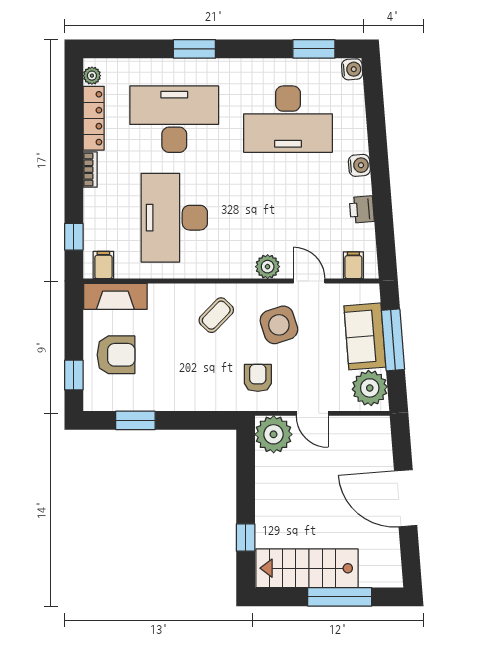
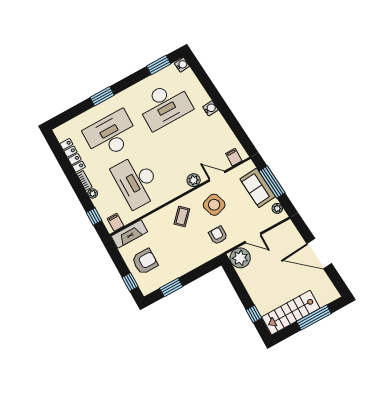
plant: (92, 76) -> (93, 193), moved
printer: (362, 209) -> (223, 129), removed
plant: (370, 388) -> (277, 208), width x0.53, depth x0.53

